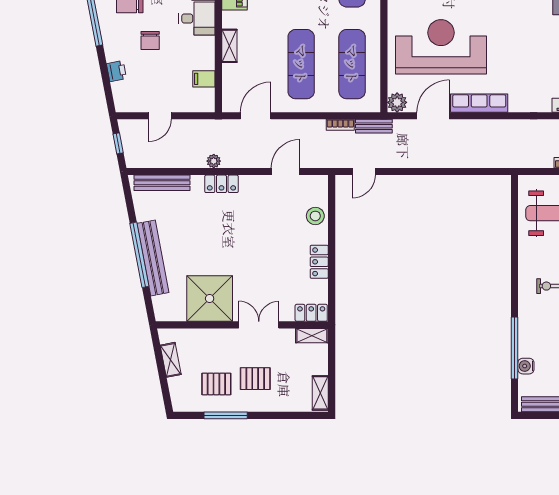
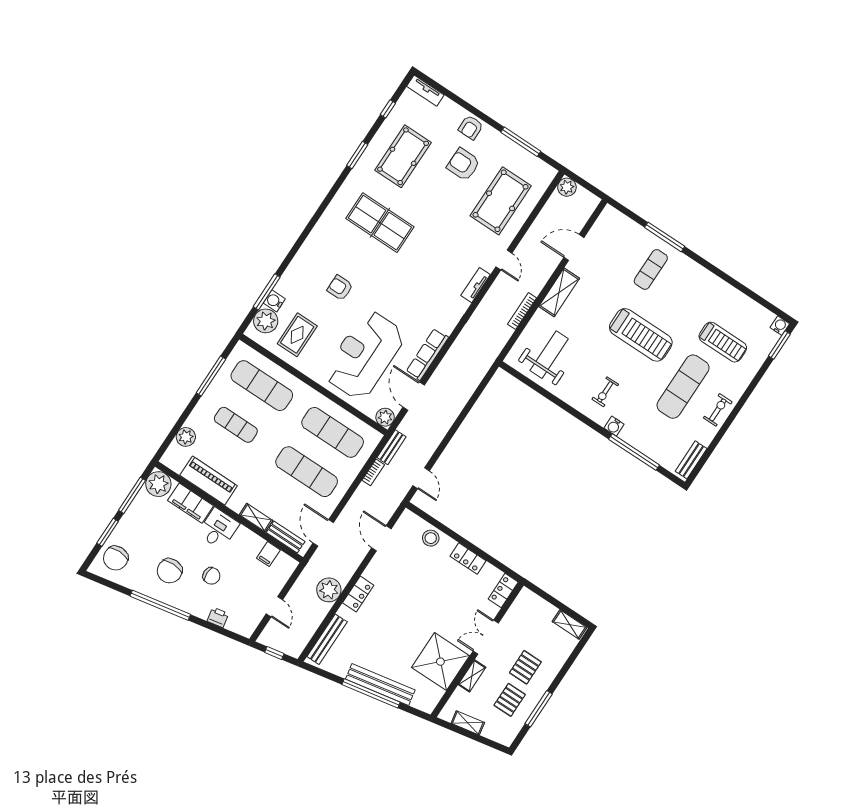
bench: (230, 84) -> (286, 537), added
plant: (214, 161) -> (329, 590), width x1.88, depth x1.88
shelving: (312, 336) -> (472, 676), moved
water cooler: (526, 366) -> (614, 426), moved

